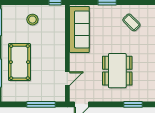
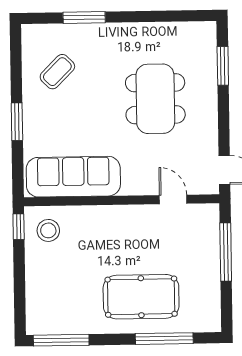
stool: (32, 20) -> (48, 230), moved
dining table: (117, 71) -> (155, 99), turned 90

